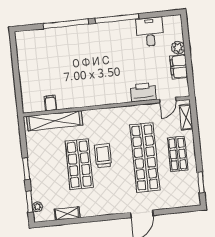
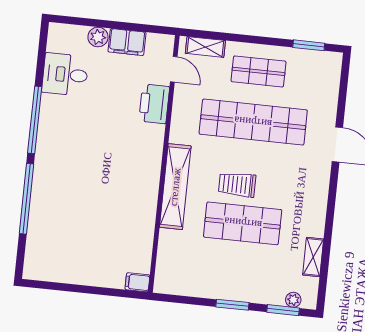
filing cabinet: (50, 103) -> (137, 282), moved
shelving: (55, 121) -> (175, 187), moved

